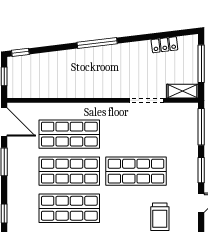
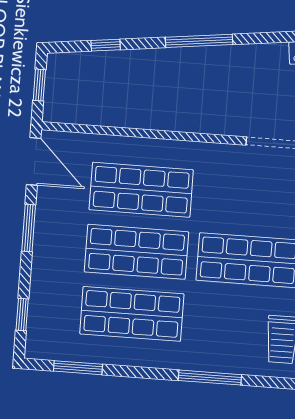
window: (20, 52) -> (106, 45), moved

